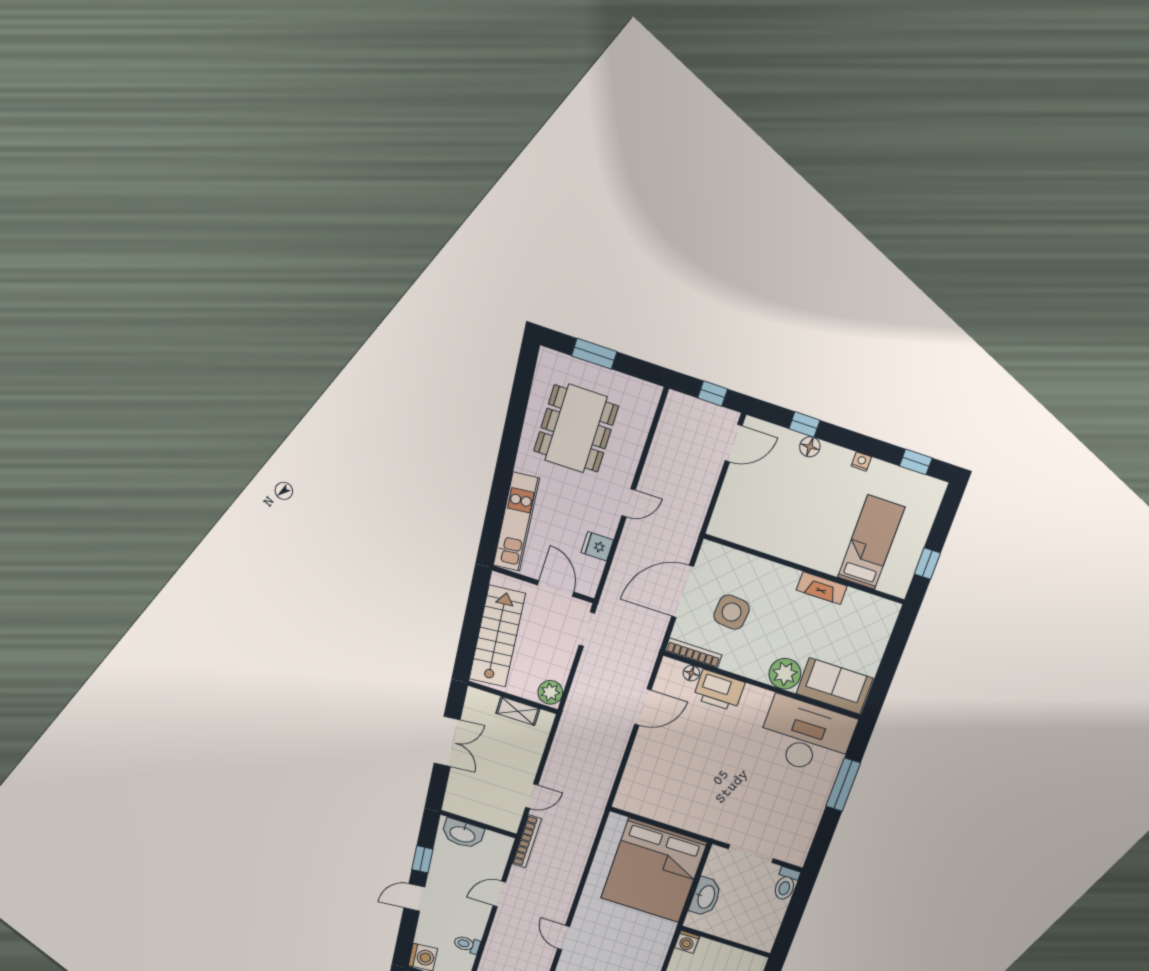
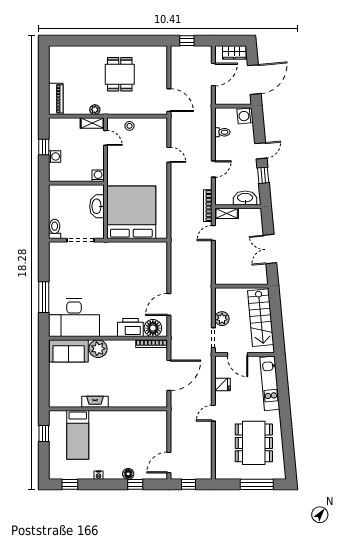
window: (594, 354) -> (257, 484), width x1.44
side table: (732, 612) -> (139, 373), removed
floor lamp: (691, 673) -> (153, 328), width x1.89, depth x1.89
plant: (550, 692) -> (222, 319), moved
shelving: (518, 711) -> (227, 213), moved

